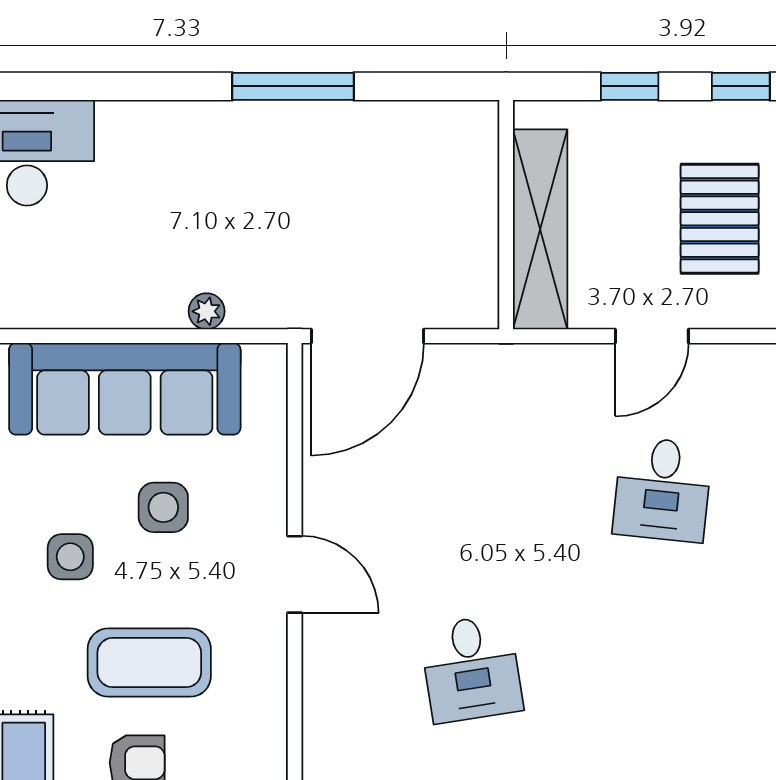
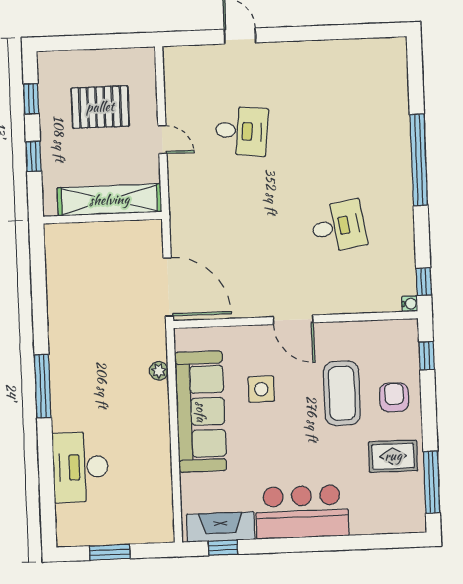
window: (293, 86) -> (43, 386), moved
door: (652, 336) -> (162, 140), width x0.73
side table: (70, 557) -> (289, 436), removed
door: (295, 574) -> (293, 320), swing flipped

